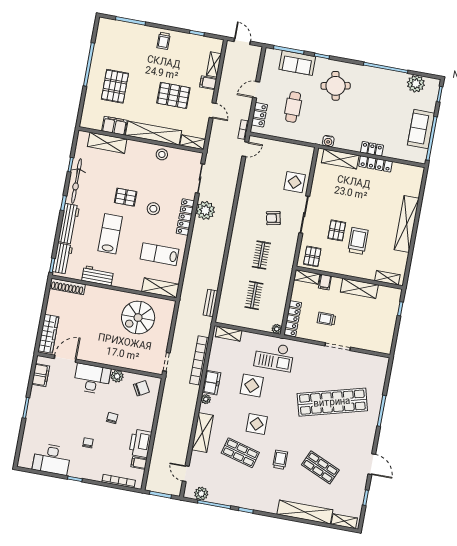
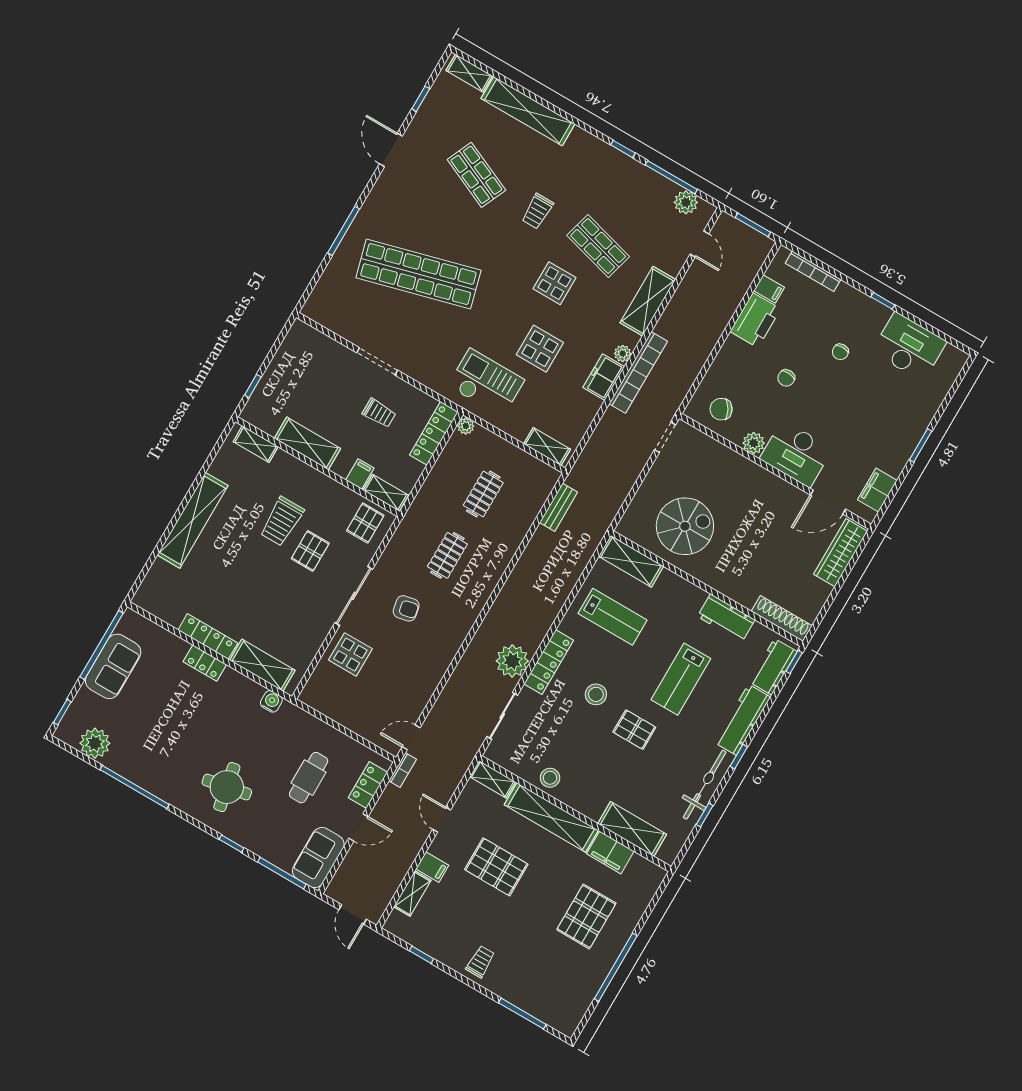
sofa: (297, 63) -> (318, 858), moved, turned -90
bookcase: (199, 360) -> (638, 372), moved

